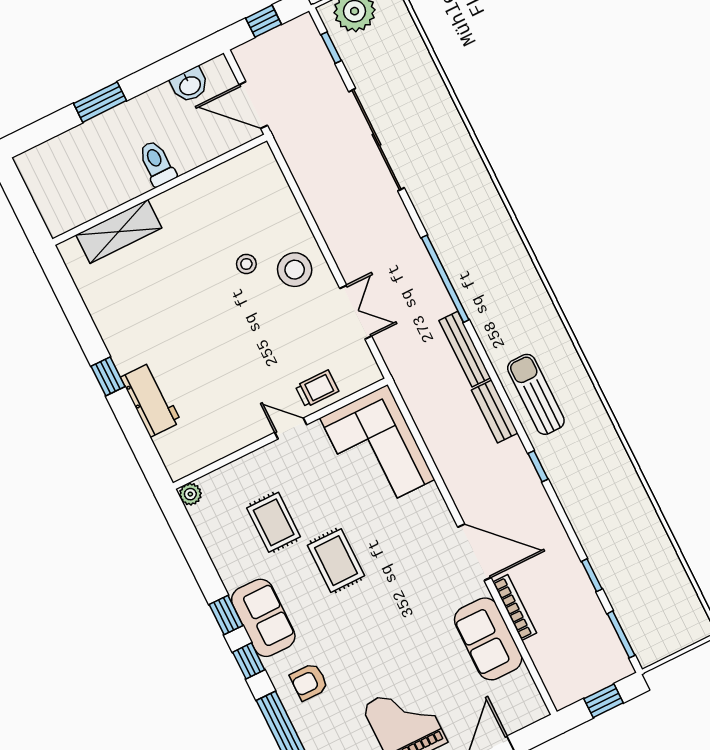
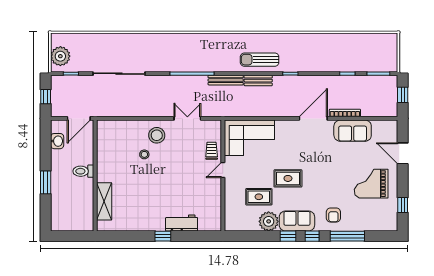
plant: (190, 494) -> (269, 221), moved, width x1.88, depth x1.88

